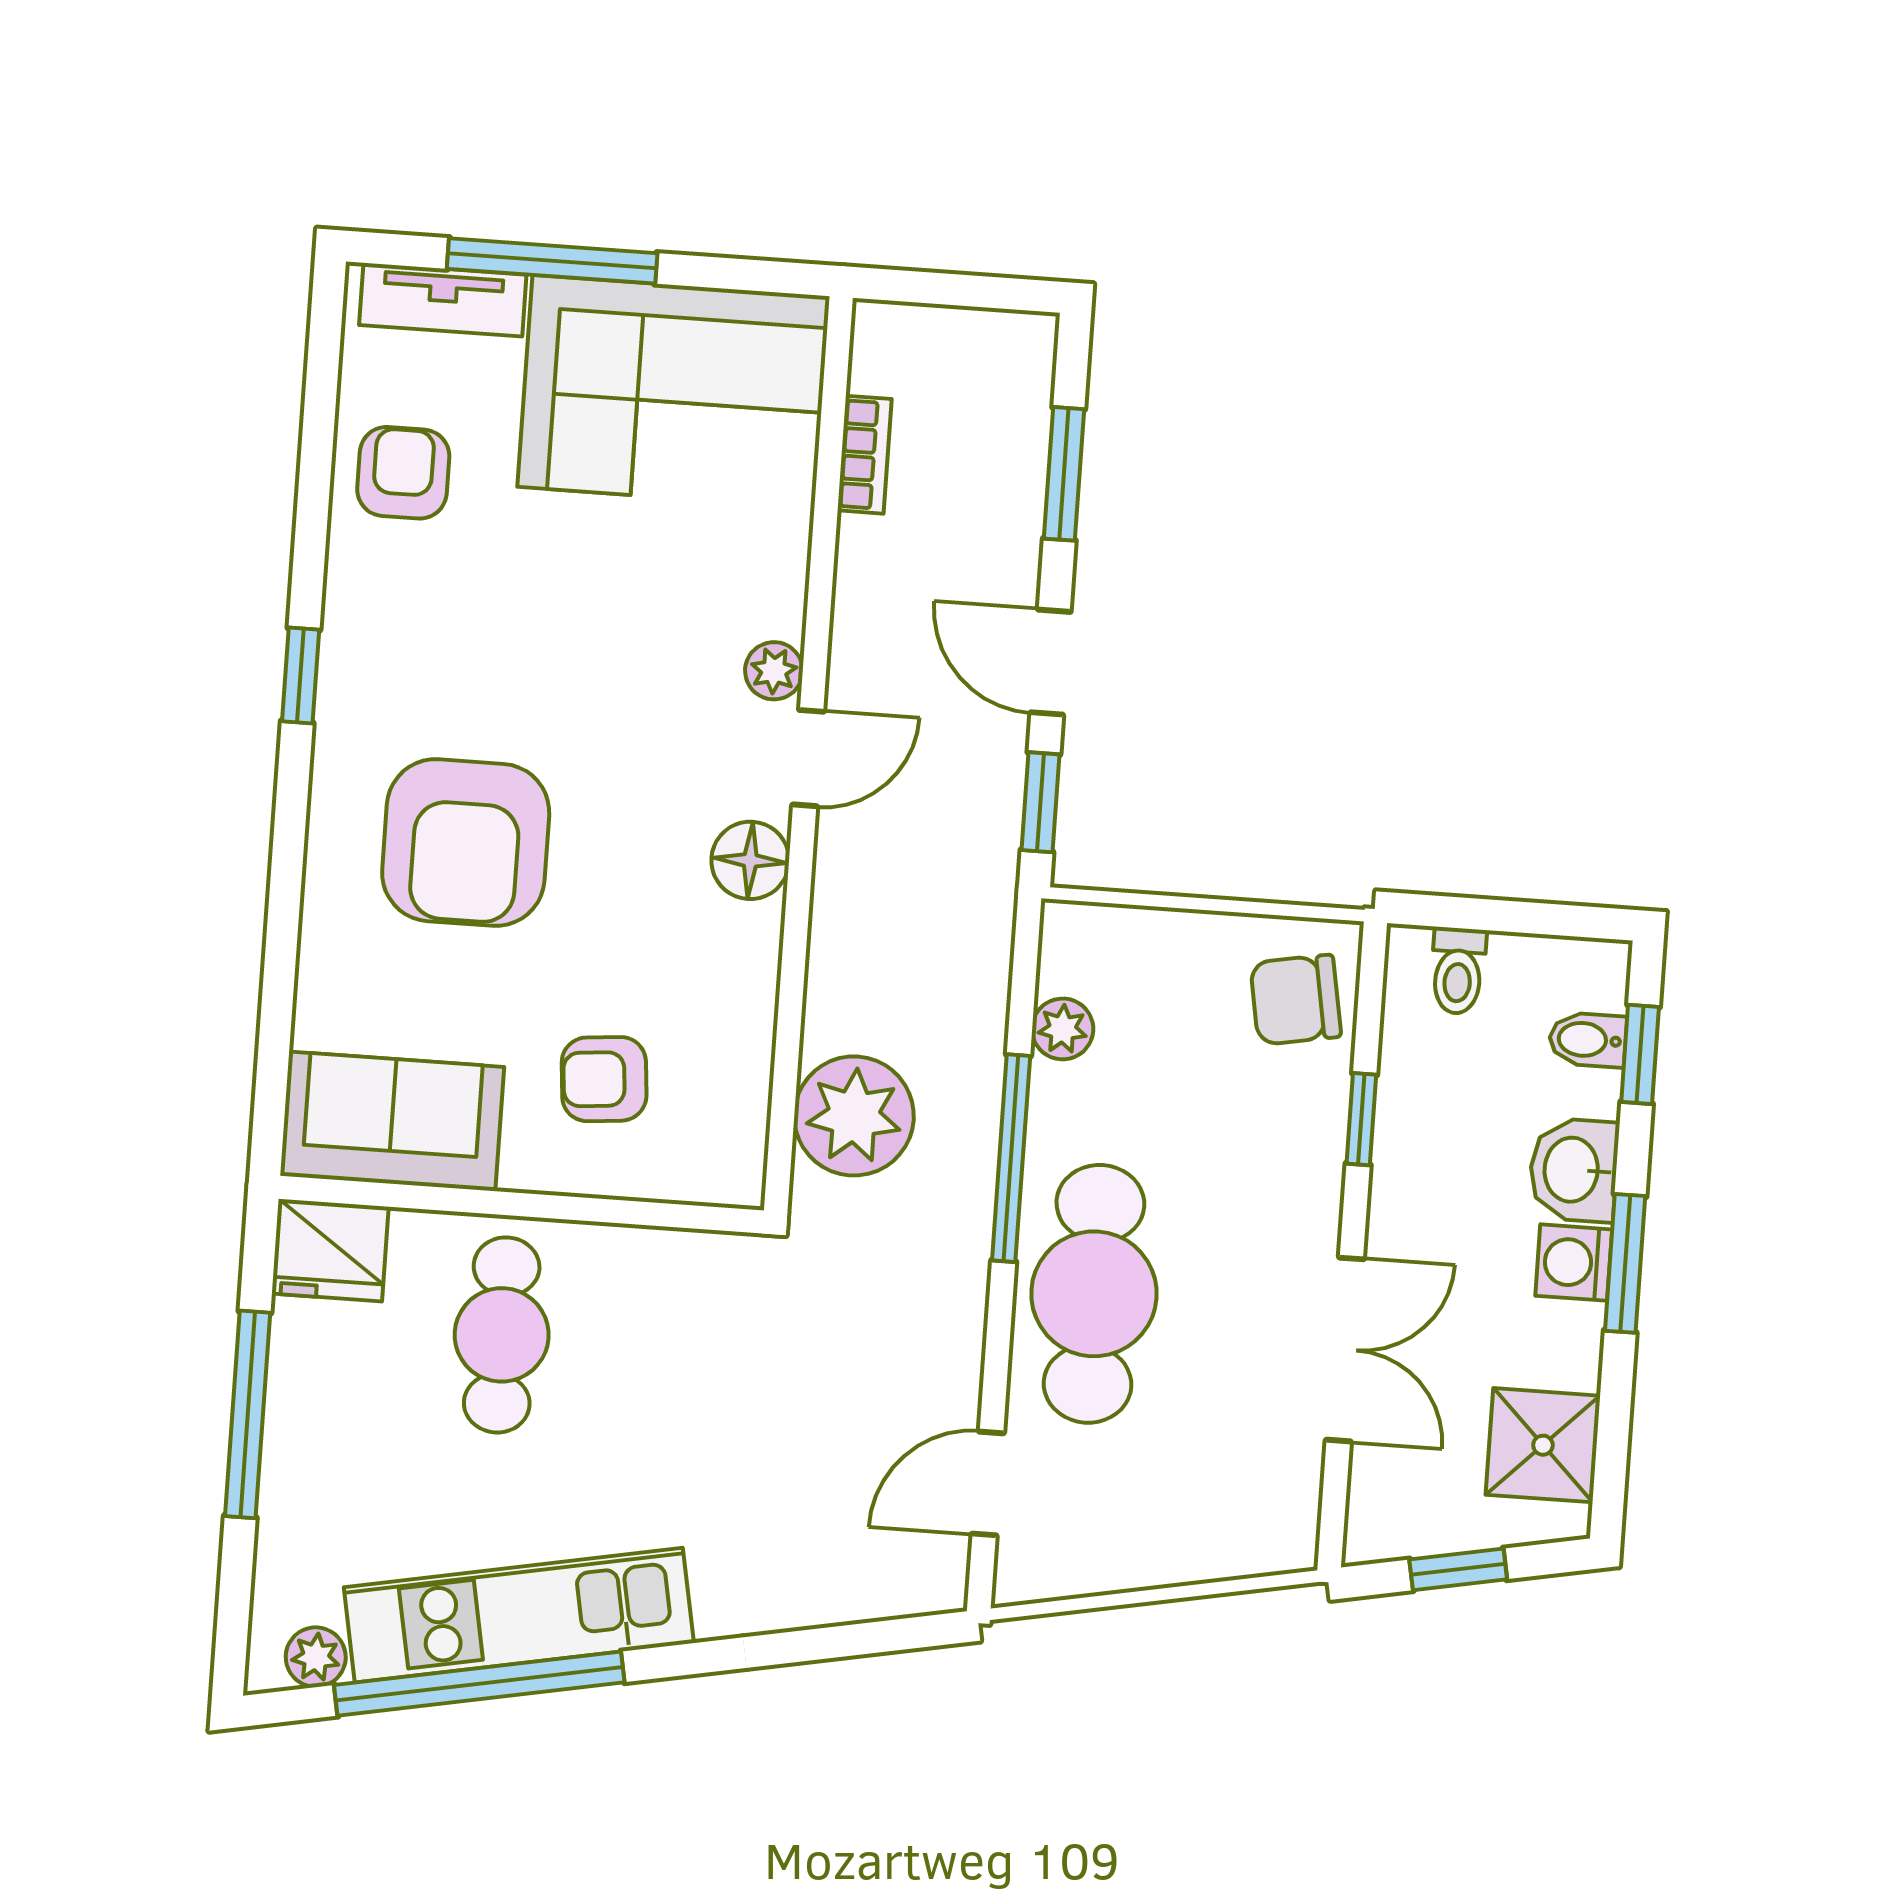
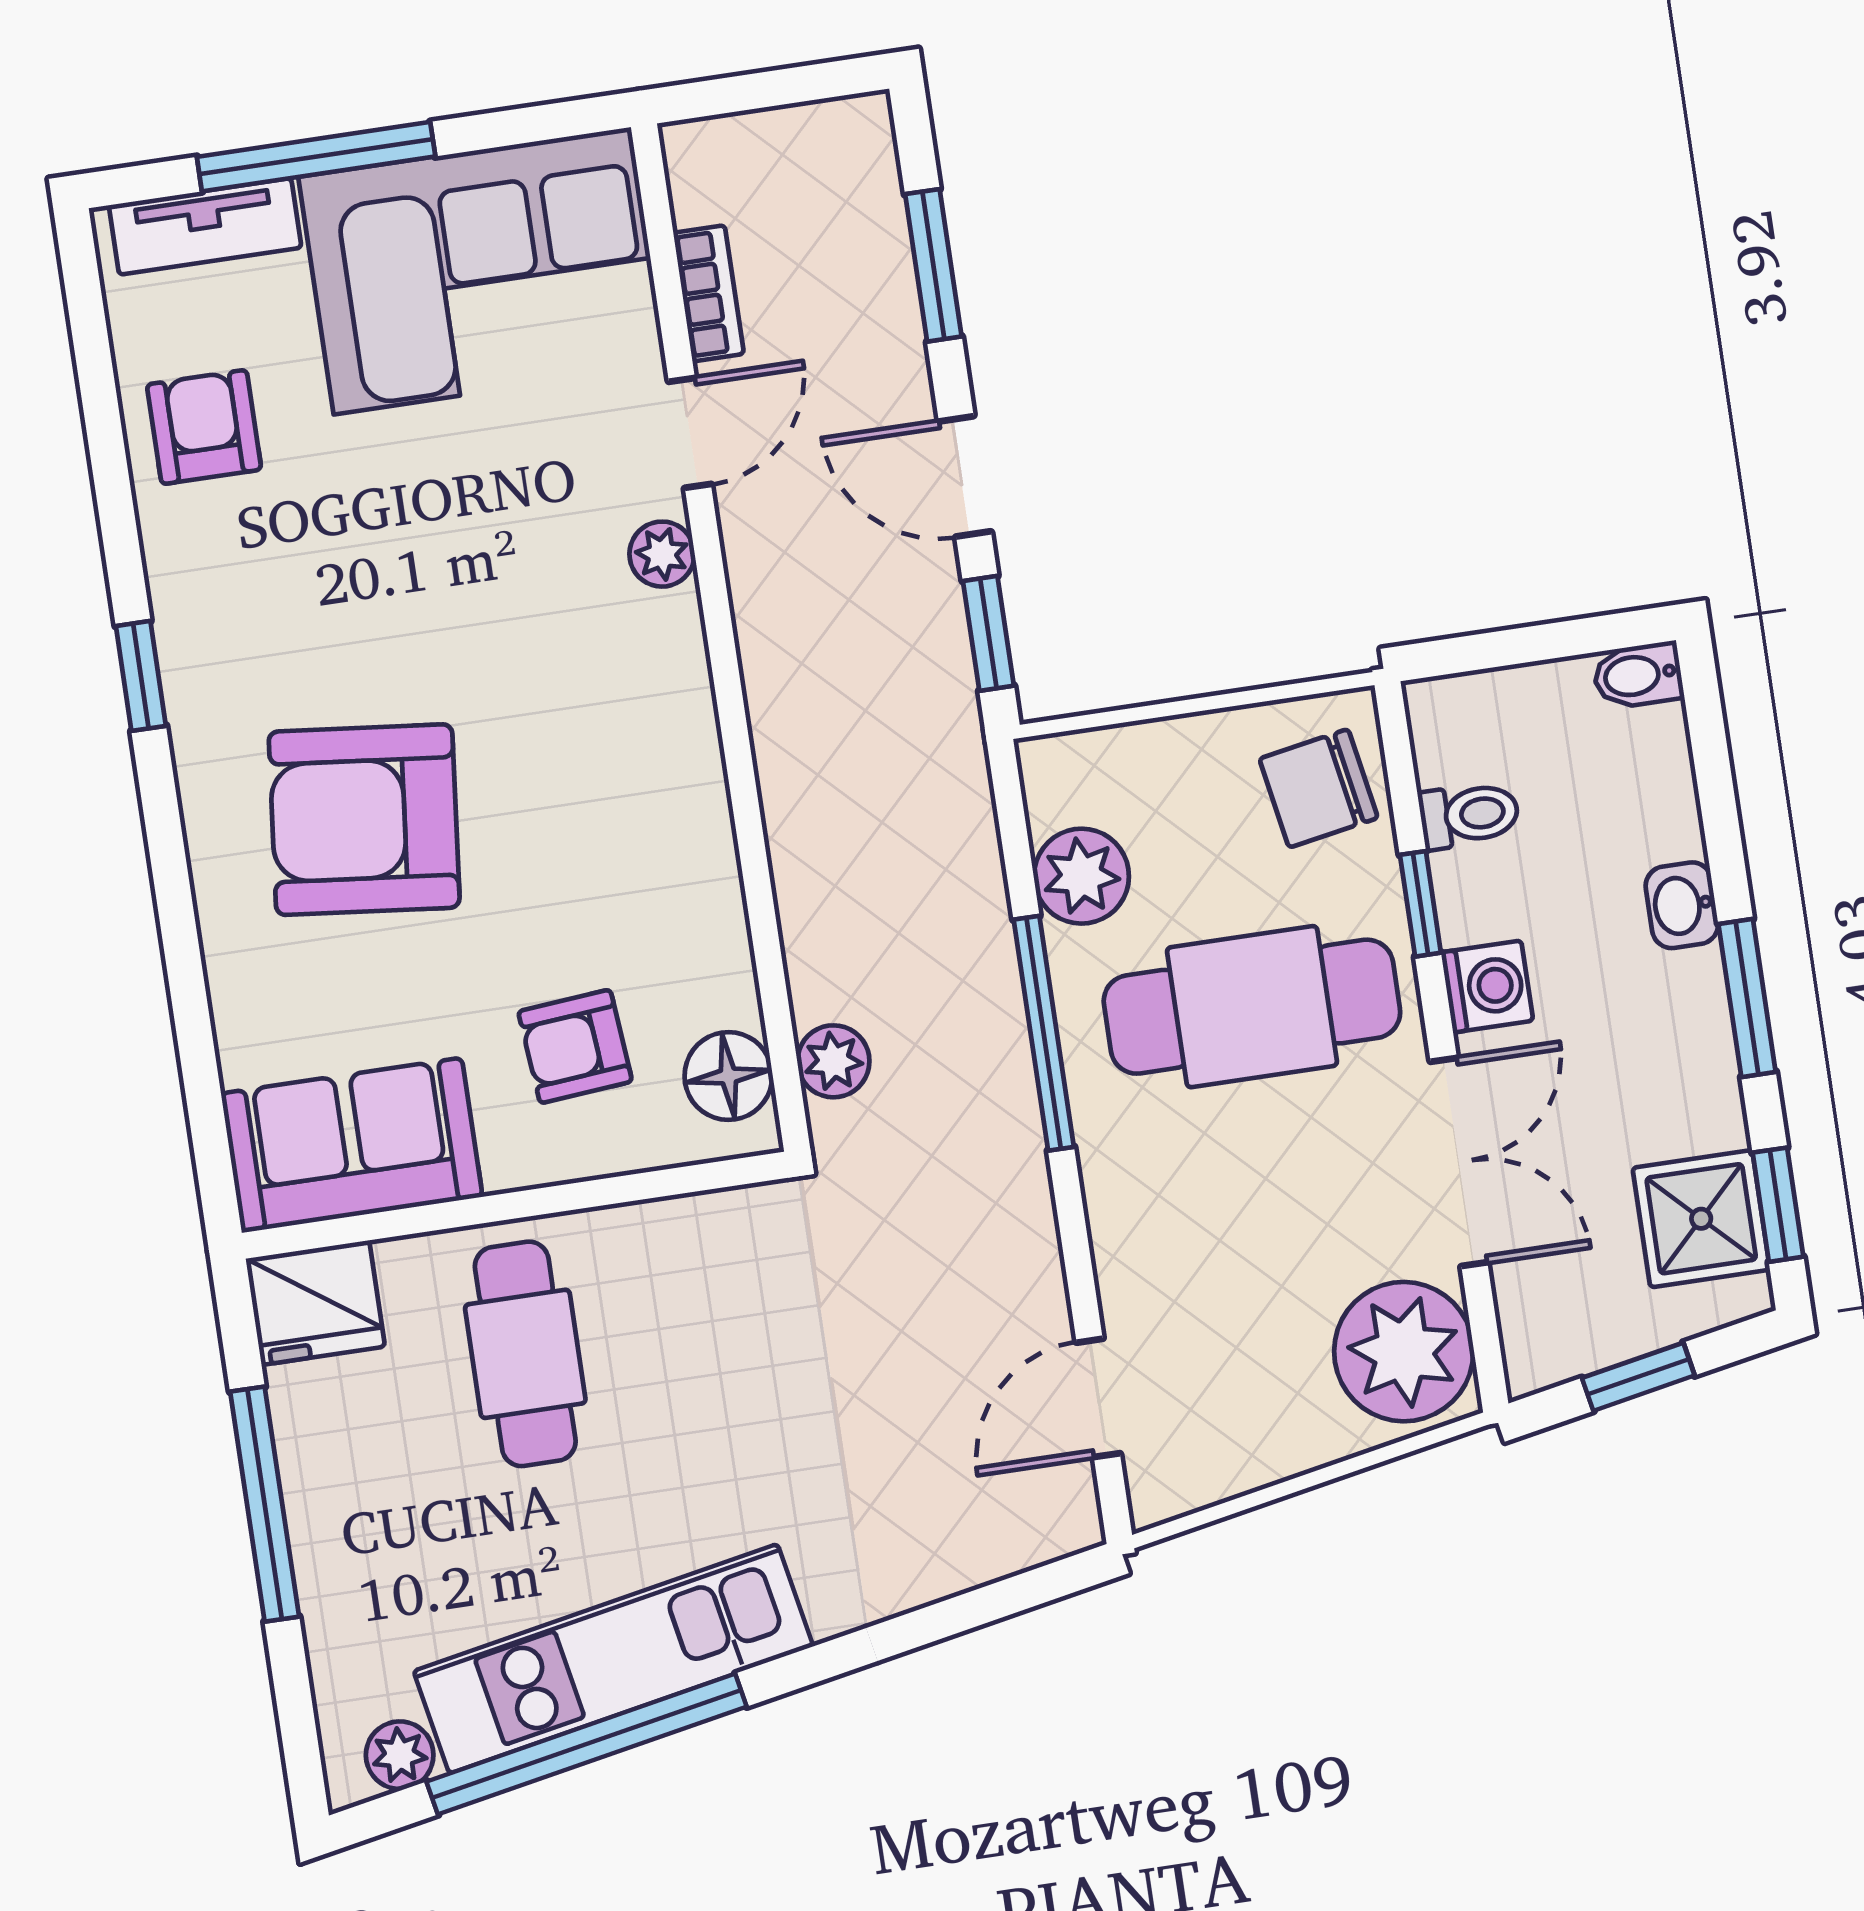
door: (808, 758) -> (690, 433), moved
armchair: (466, 843) -> (364, 820), turned 96
floor lamp: (750, 860) -> (728, 1076), moved
toilet: (1458, 971) -> (1469, 815), moved, turned -90
plant: (1063, 1029) -> (1081, 876), width x1.38, depth x1.38
bidet: (1588, 1040) -> (1638, 675), moved
window: (1640, 1054) -> (1778, 1205), moved
plant: (854, 1116) -> (833, 1061), width x0.53, depth x0.53
washbasin: (1574, 1170) -> (1682, 905), width x0.72, depth x0.69
washing machine: (1574, 1263) -> (1487, 987), moved, turned 180
cafe table: (1094, 1294) -> (1252, 1007), moved, turned 90
plant: (1260, 1502) -> (1404, 1352), added

